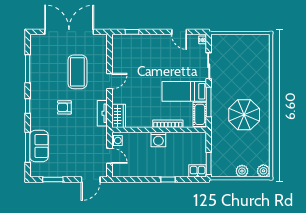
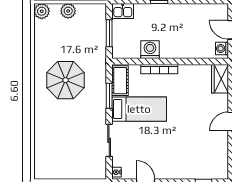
window: (209, 102) -> (109, 96), width x0.69
washing machine: (158, 140) -> (150, 50), moved
window: (209, 163) -> (109, 33), moved

